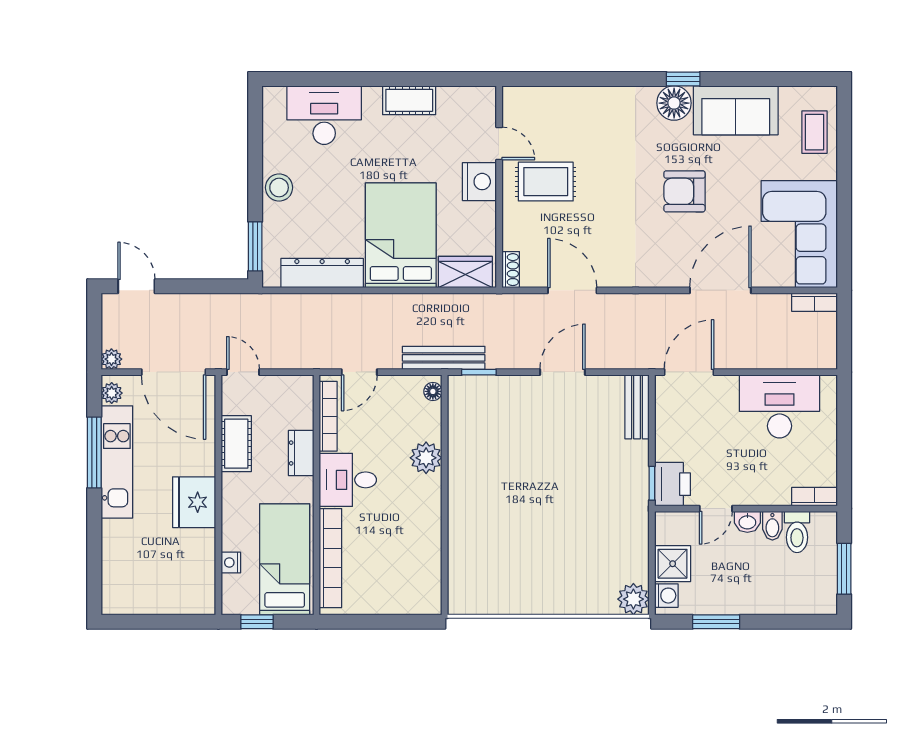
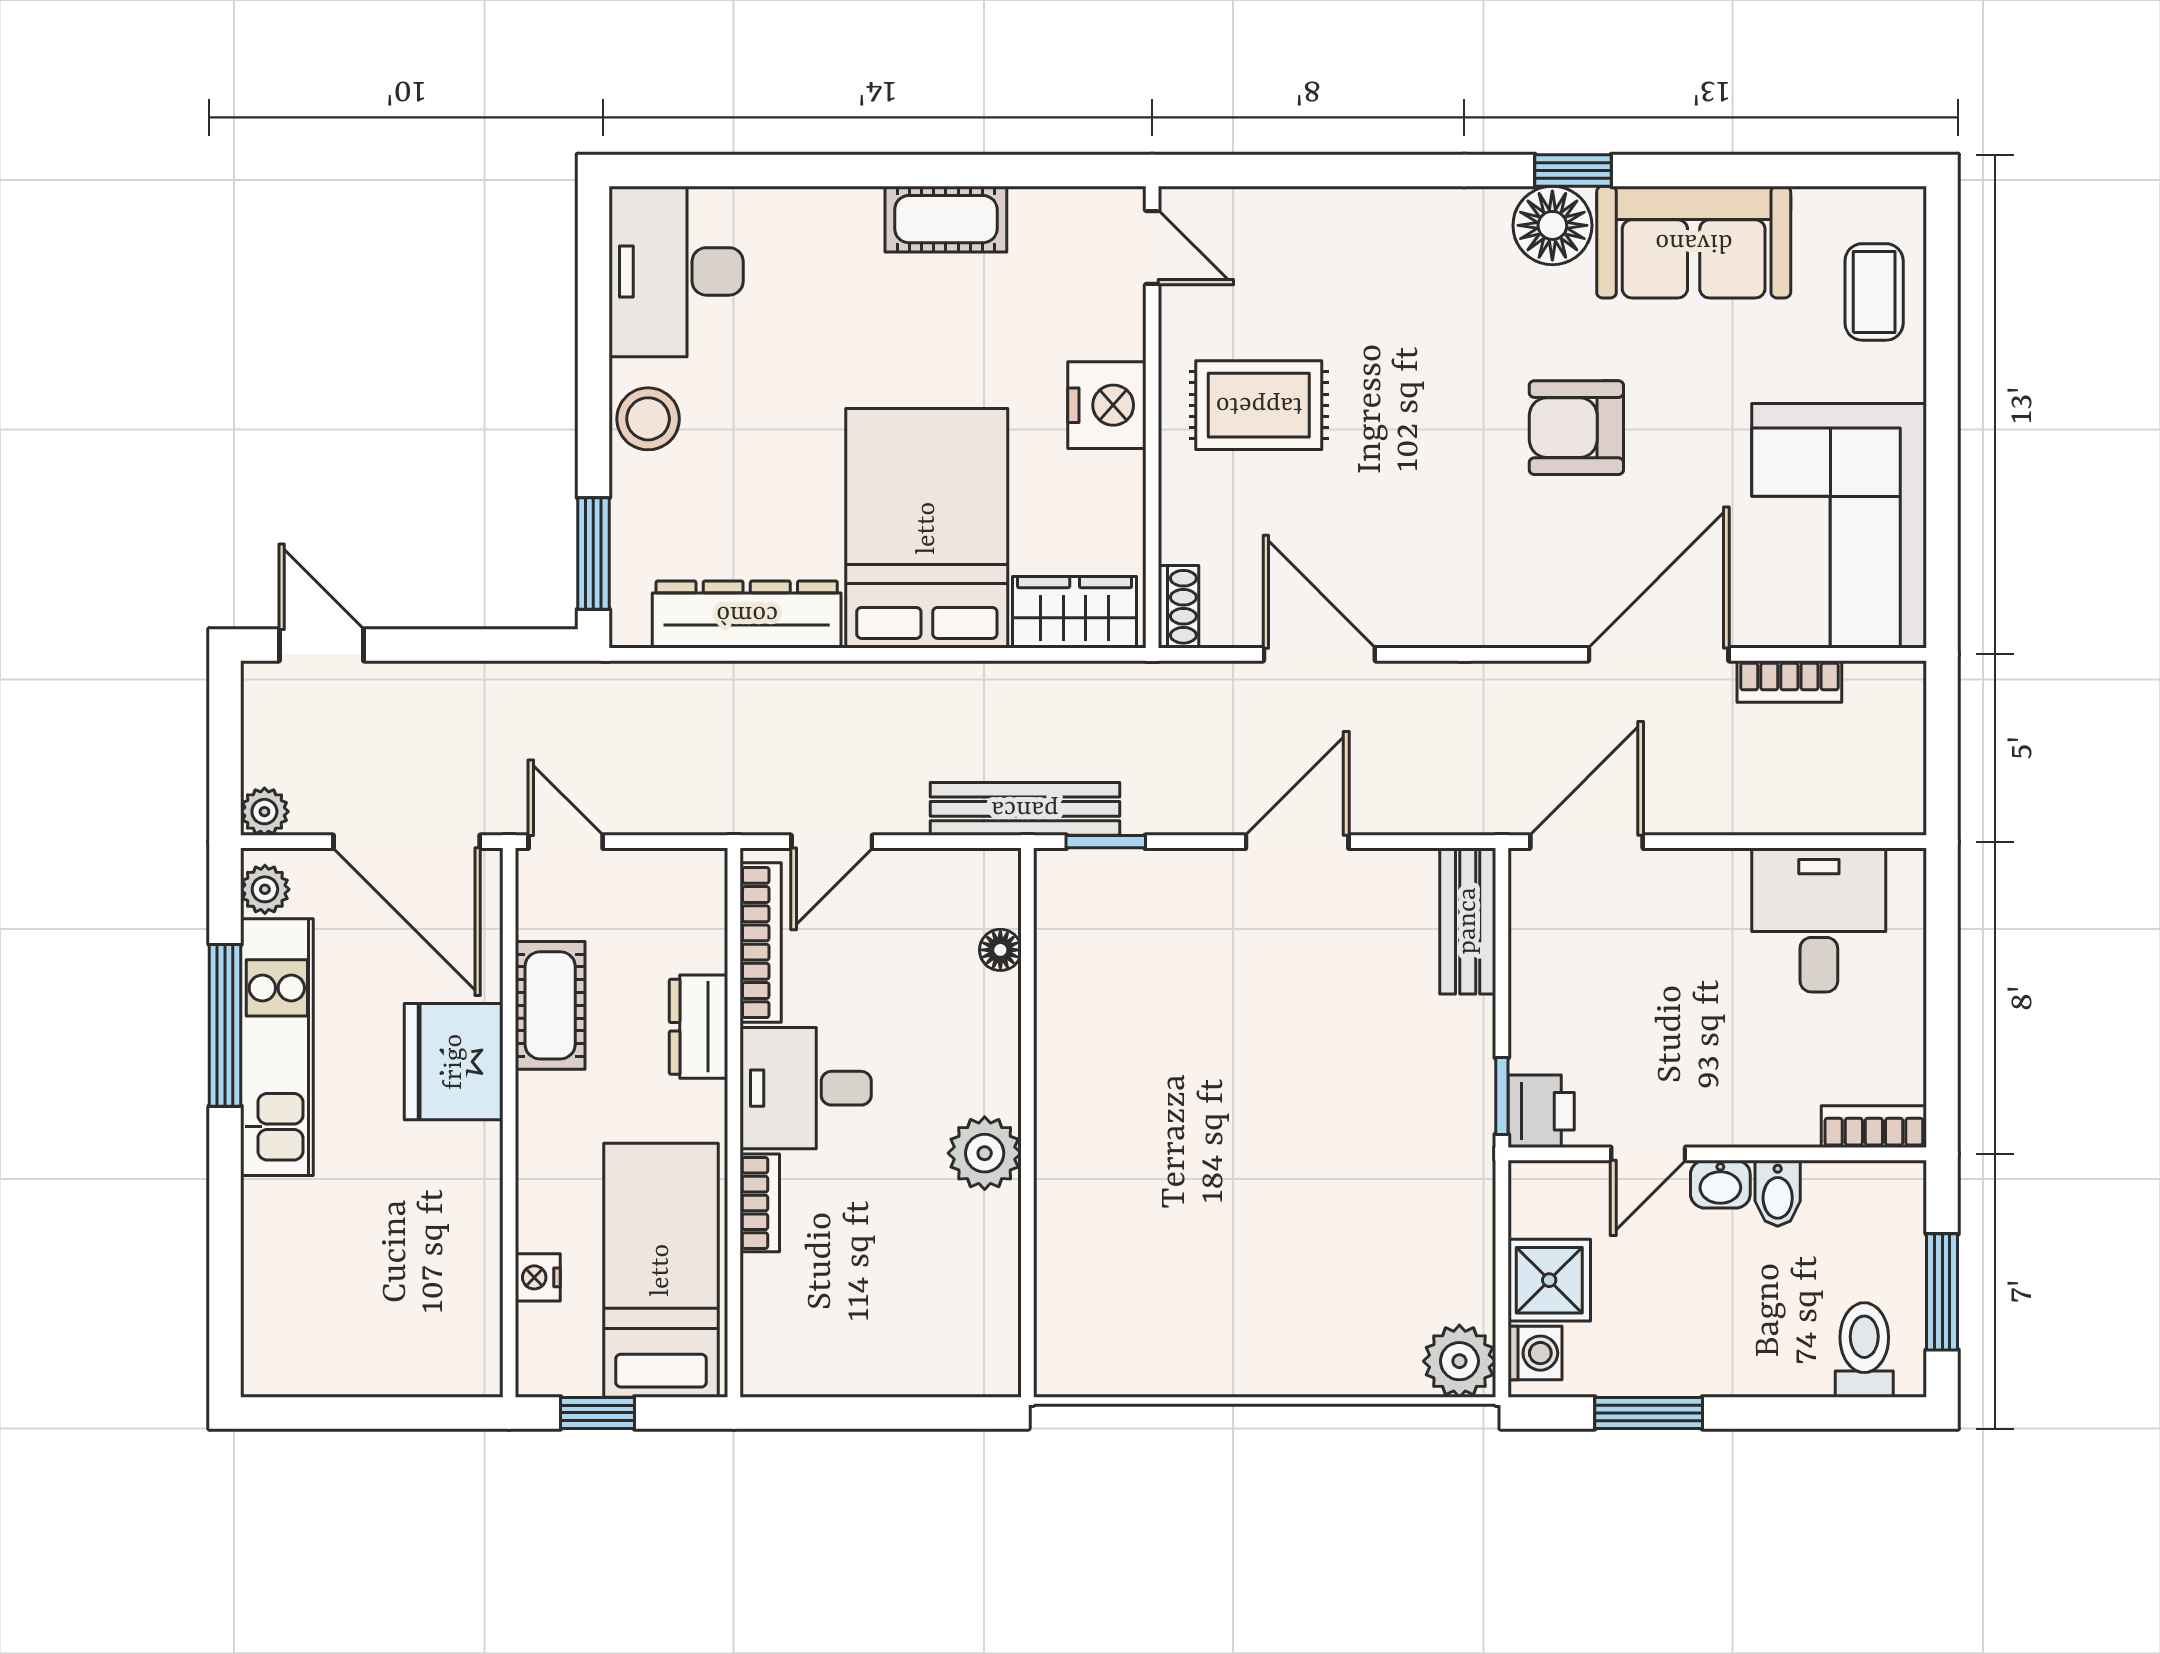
desk: (324, 115) -> (676, 271), moved, turned -90
door: (499, 143) -> (1152, 247), moved
bookcase: (815, 302) -> (1789, 682), moved
floor lamp: (433, 391) -> (1000, 950), moved
desk: (779, 406) -> (1819, 920), width x0.73
plant: (426, 458) -> (985, 1153), moved
printer: (673, 484) -> (1541, 1111), width x0.73, depth x0.81
fridge: (194, 502) -> (454, 1062), moved
toilet: (797, 532) -> (1864, 1350), moved, turned 180
bookcase: (330, 558) -> (760, 1203), width x0.43, depth x0.76

